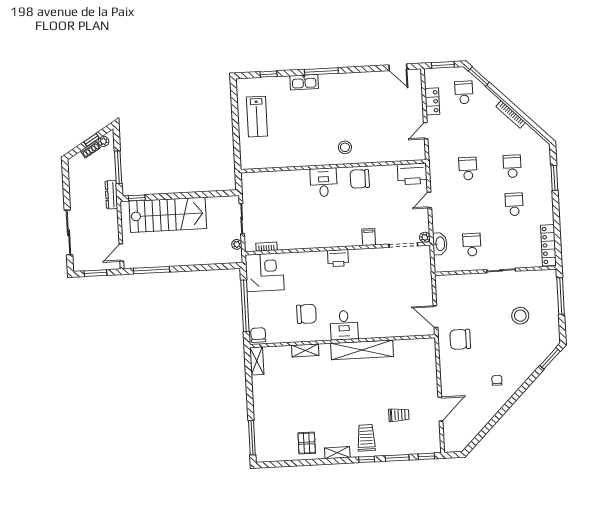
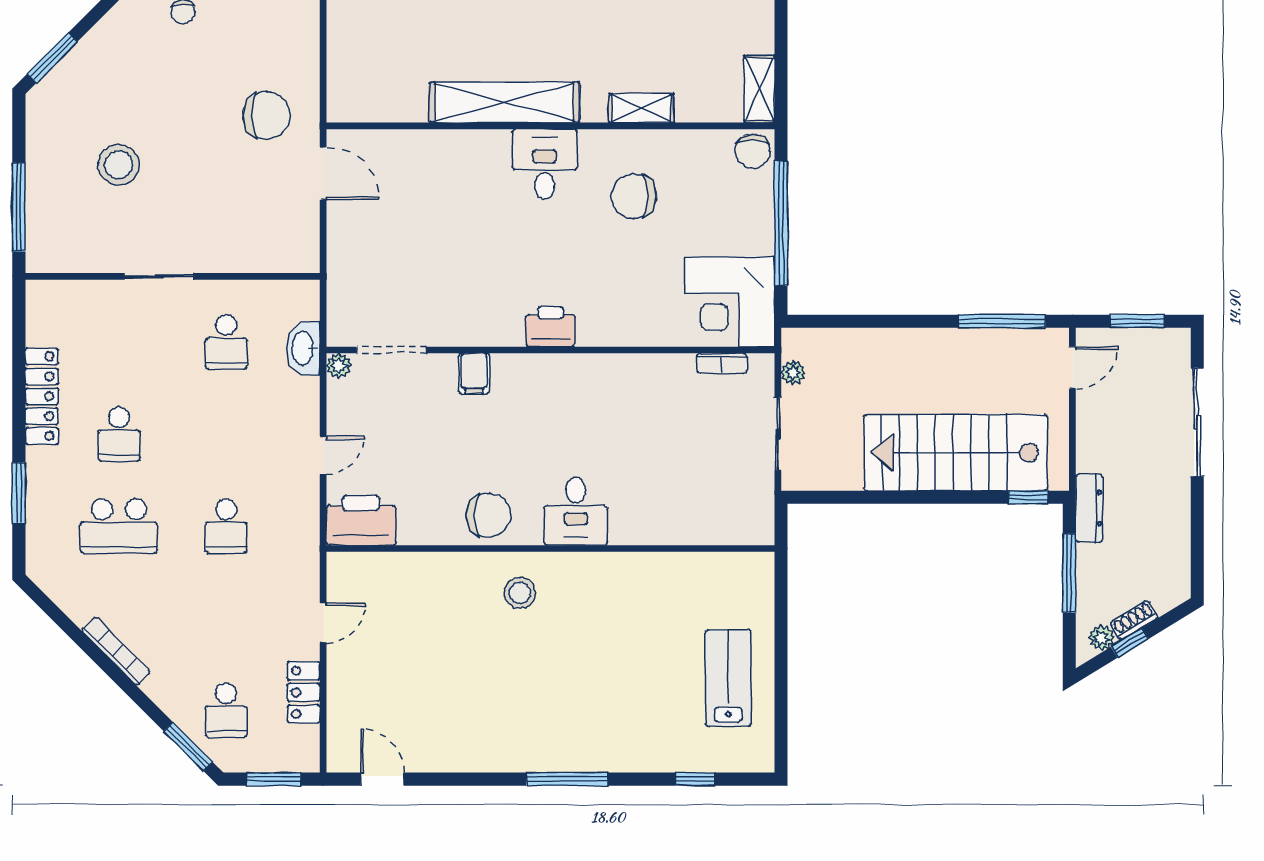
kitchen sink: (304, 82) -> (610, 755), removed
school desk: (512, 166) -> (119, 526), width x1.85
locker: (548, 245) -> (42, 396), moved

